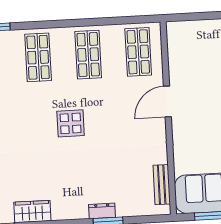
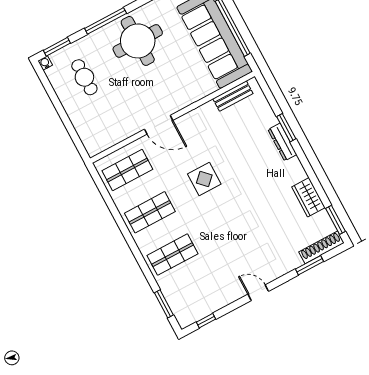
display table: (71, 123) -> (204, 179), moved
dresser: (102, 211) -> (282, 142), width x1.44

